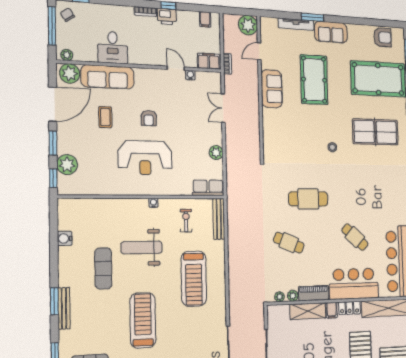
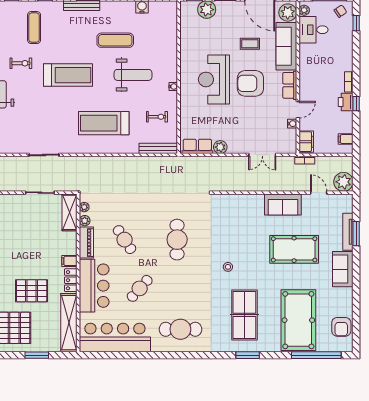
window: (313, 17) -> (356, 234), moved
desk: (113, 47) -> (313, 30), moved
row of seats: (150, 75) -> (290, 85), added
double door: (223, 108) -> (262, 155), swing flipped
armchair: (149, 118) -> (250, 83), width x1.88, depth x1.88
row of seats: (208, 188) -> (197, 146), moved, turned -90
cafe table: (390, 196) -> (180, 329), added
cafe table: (289, 243) -> (125, 240), moved, turned -56
weight bench: (142, 247) -> (133, 75), turned 90
shelving: (308, 311) -> (70, 212), moved

